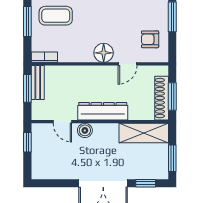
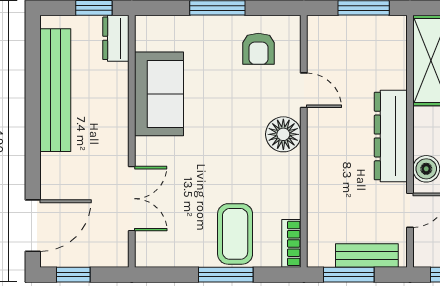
coffee table: (56, 16) -> (235, 234), moved
bench: (38, 83) -> (367, 255), moved
shoe rack: (162, 98) -> (367, 28), removed

